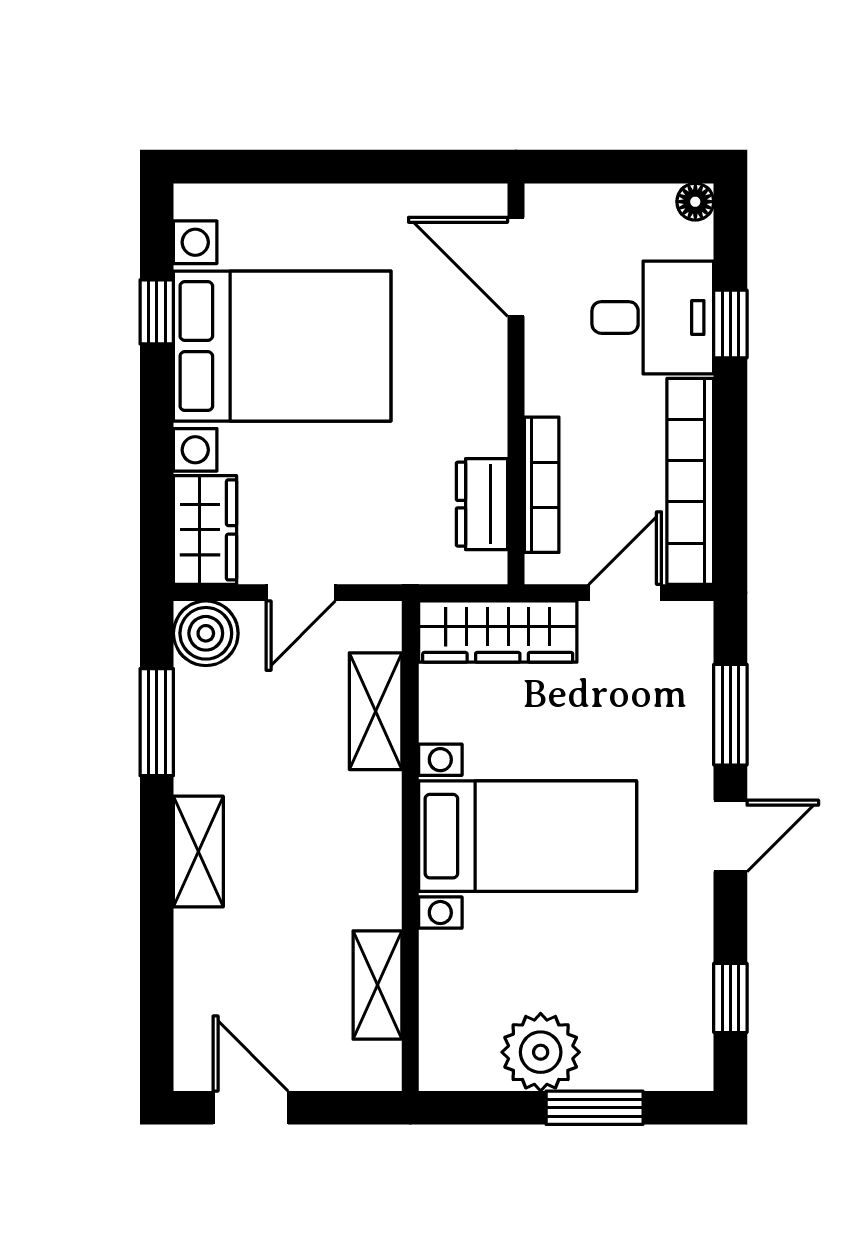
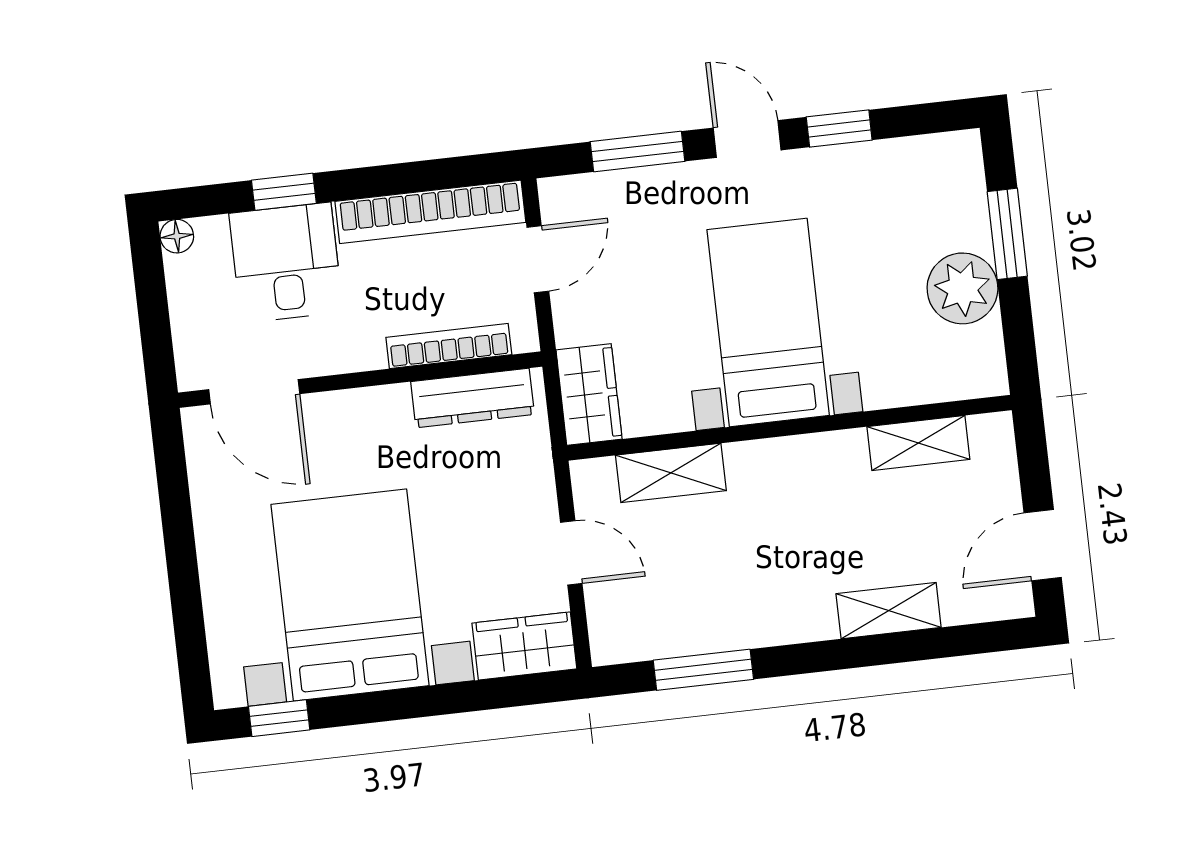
door: (516, 267) -> (254, 392), hinge flipped
window: (157, 312) -> (279, 718), moved
dresser: (482, 504) -> (473, 398), width x1.44
door: (625, 593) -> (538, 259), swing flipped
wardrobe: (498, 632) -> (589, 394), width x0.67
boiler: (206, 633) -> (618, 635), removed
shelving: (198, 852) -> (889, 611), moved
window: (730, 998) -> (839, 129), moved

